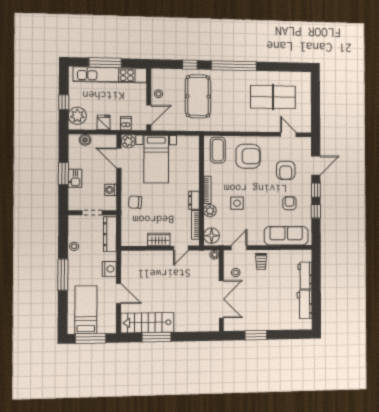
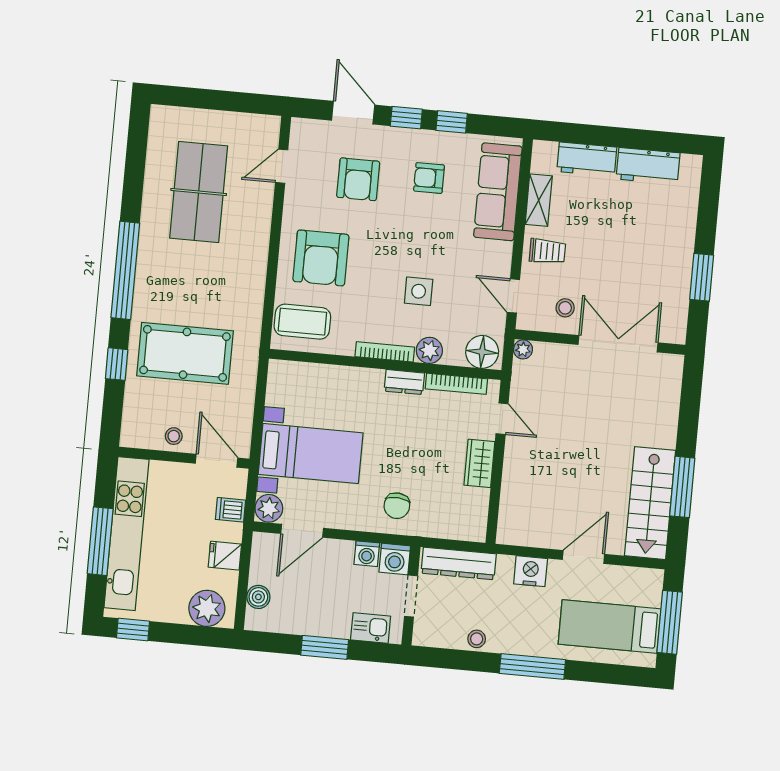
window: (64, 102) -> (133, 630), moved
armchair: (248, 156) -> (321, 258), turned 180
armchair: (286, 170) -> (358, 179), turned 90
kitchen sink: (75, 178) -> (371, 628), moved
washing machine: (109, 203) -> (395, 559), added
shelving: (284, 255) -> (539, 200), added

